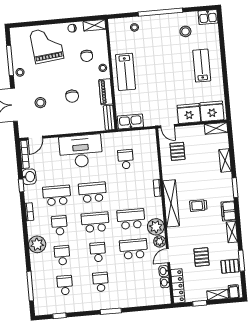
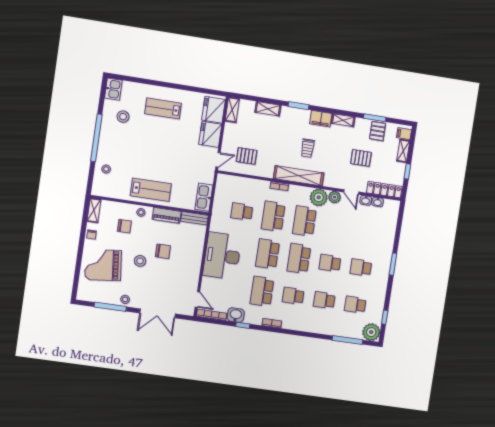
stool: (40, 103) -> (140, 261), moved
plant: (37, 244) -> (371, 332), moved
school desk: (134, 249) -> (273, 216), moved

